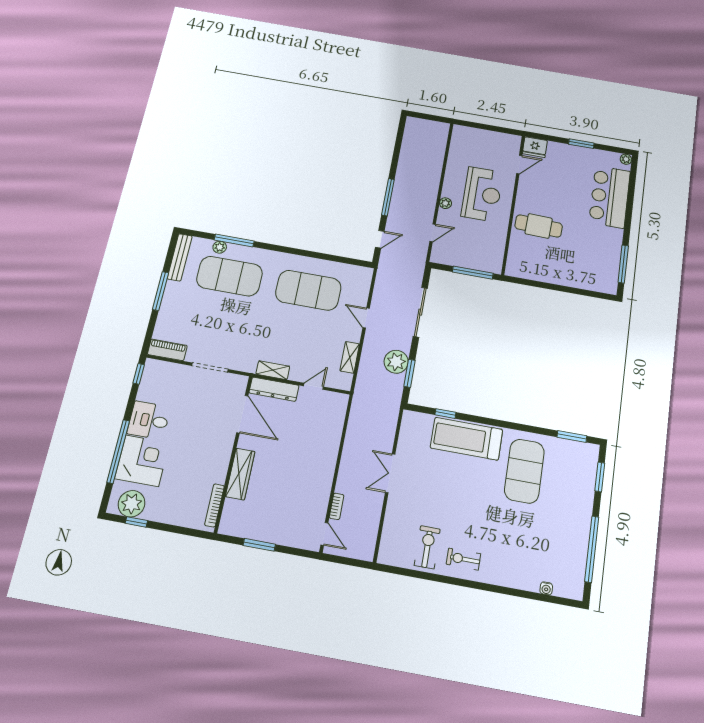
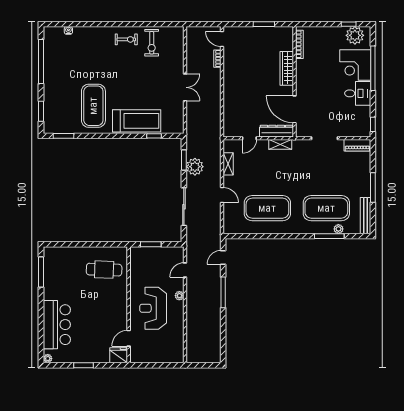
cafe table: (539, 226) -> (104, 270), moved
window: (473, 273) -> (151, 244), width x0.69

